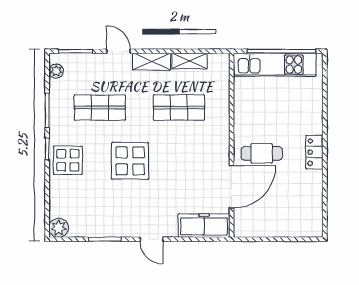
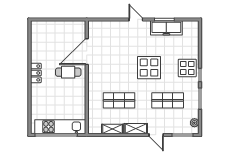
freezer: (204, 226) -> (166, 28), moved
plant: (59, 228) -> (193, 27), removed

